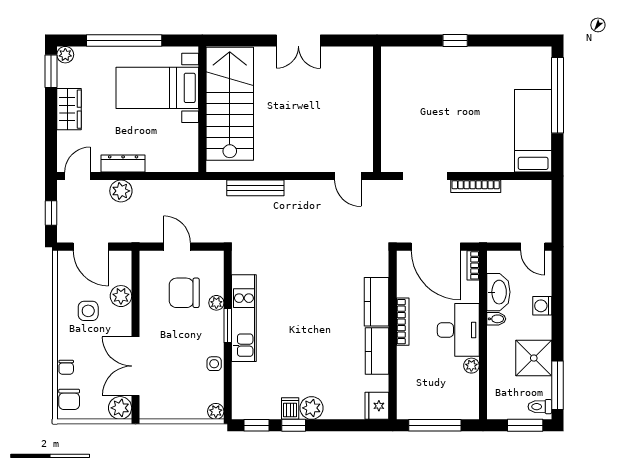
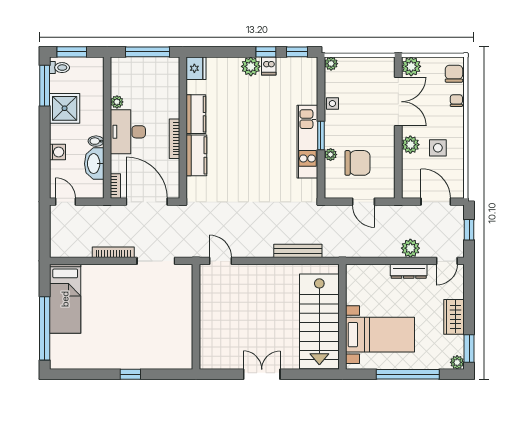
plant: (121, 296) -> (410, 145), moved

